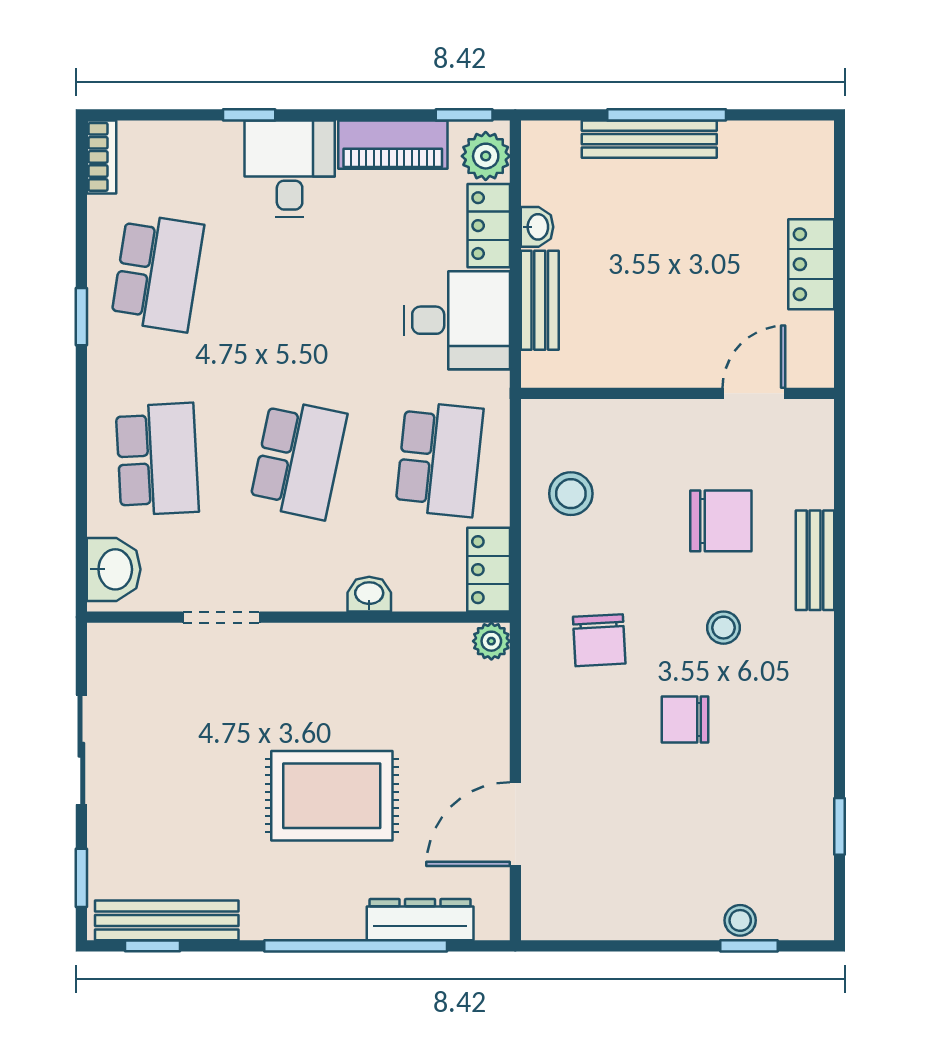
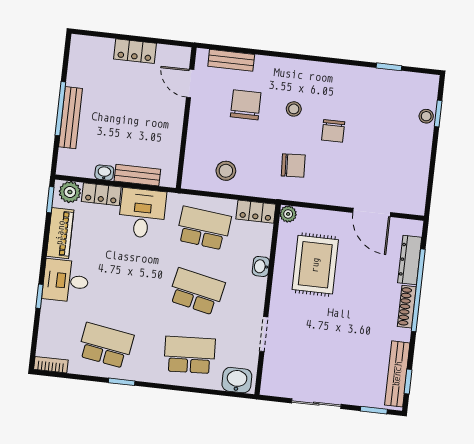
bench: (815, 560) -> (231, 60), moved
rug: (332, 796) -> (315, 265), moved
shoe rack: (317, 925) -> (407, 307), added

